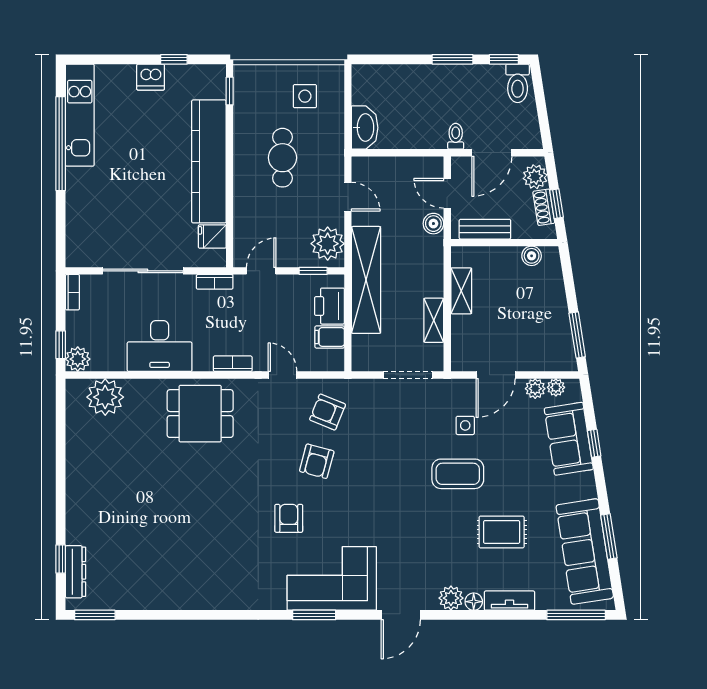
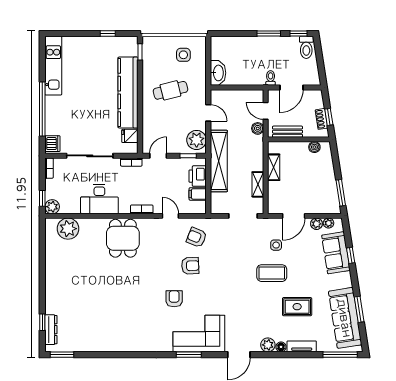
dishwasher: (151, 77) -> (52, 144), moved, turned -90
window: (61, 144) -> (42, 109), moved
cafe table: (282, 158) -> (170, 90), turned 76
plant: (535, 177) -> (316, 101), removed
dining table: (200, 414) -> (123, 238), turned 90
armchair: (317, 461) -> (190, 266), turned -108

